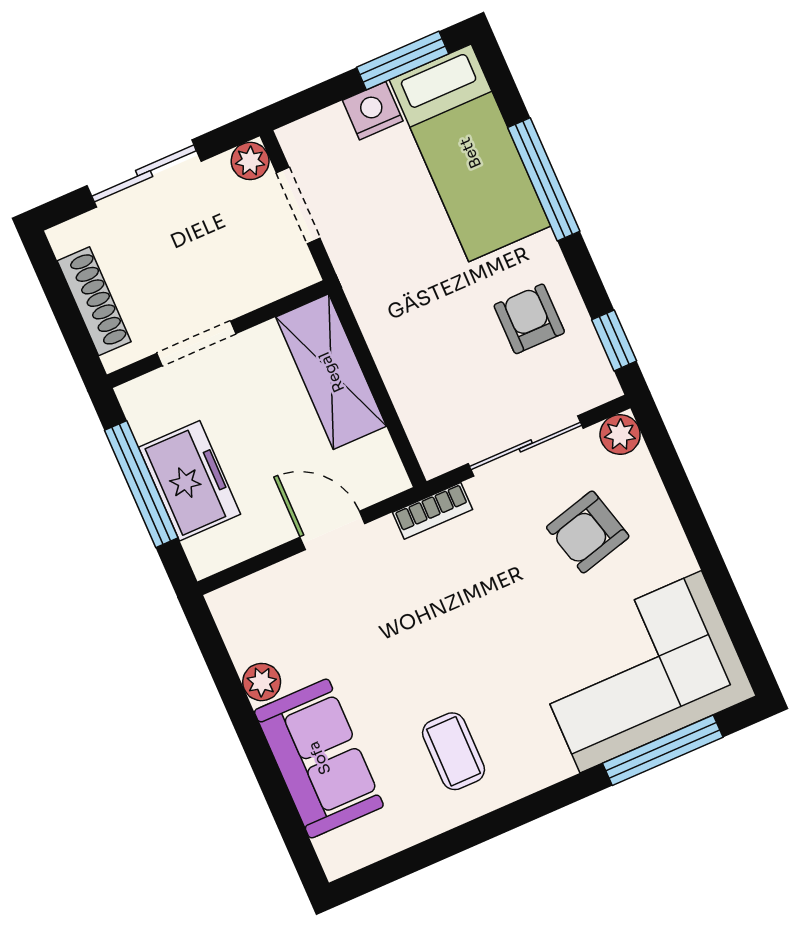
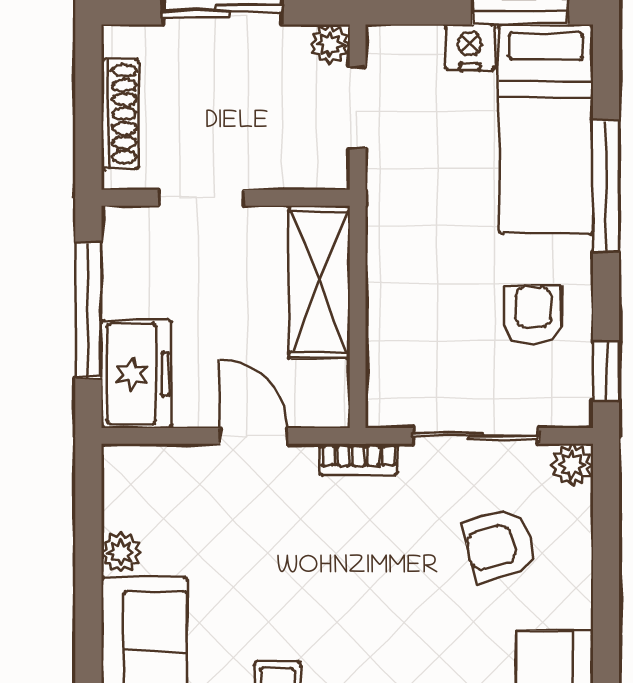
freezer: (190, 481) -> (136, 374), moved

